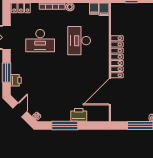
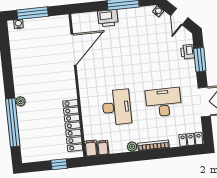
locker: (117, 57) -> (73, 126), moved

